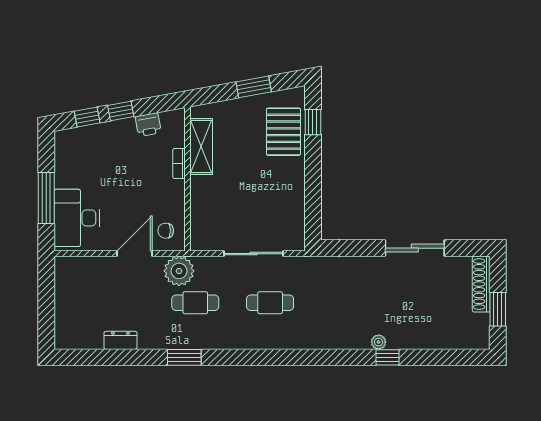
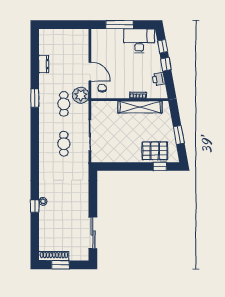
shelving: (201, 147) -> (140, 107), width x1.47
desk: (77, 218) -> (139, 41), moved
sliding door: (415, 248) -> (93, 233), moved
shoe rack: (481, 284) -> (54, 256), moved

